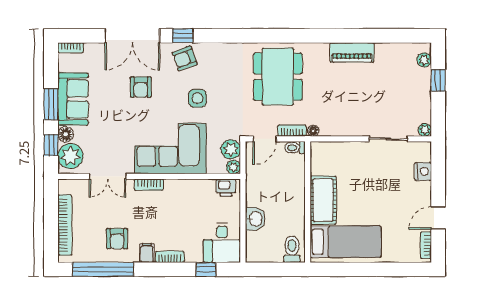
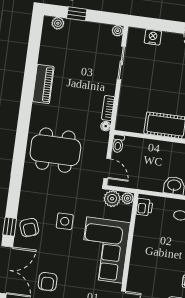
armchair: (141, 87) -> (48, 282), moved, turned 90
bookcase: (292, 131) -> (108, 108), moved
bookcase: (149, 185) -> (133, 273), removed

